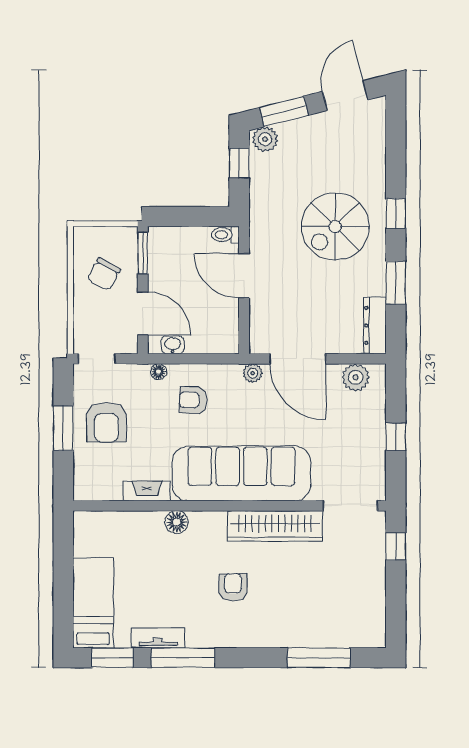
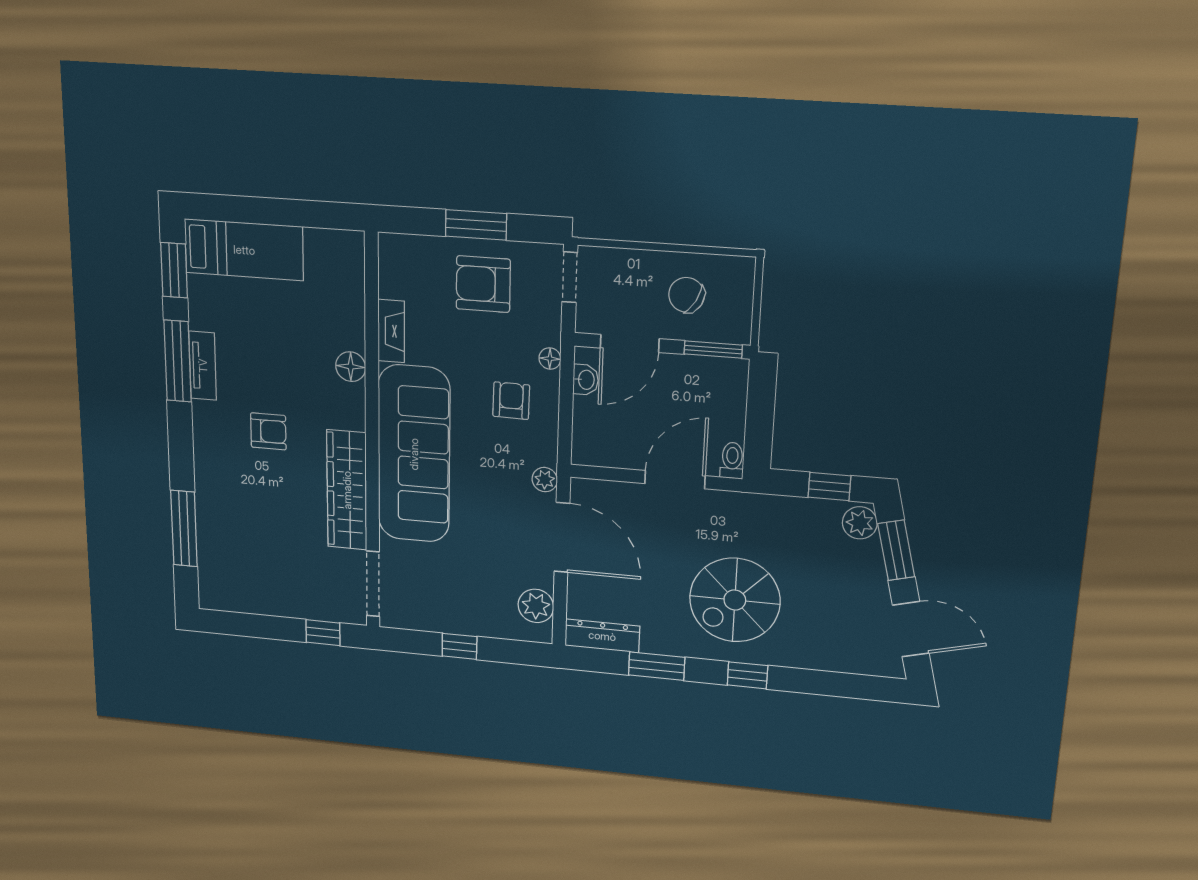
spiral stairs: (335, 226) -> (735, 600), turned -90
door: (298, 359) -> (562, 537), swing flipped
tv unit: (158, 638) -> (203, 366), moved

